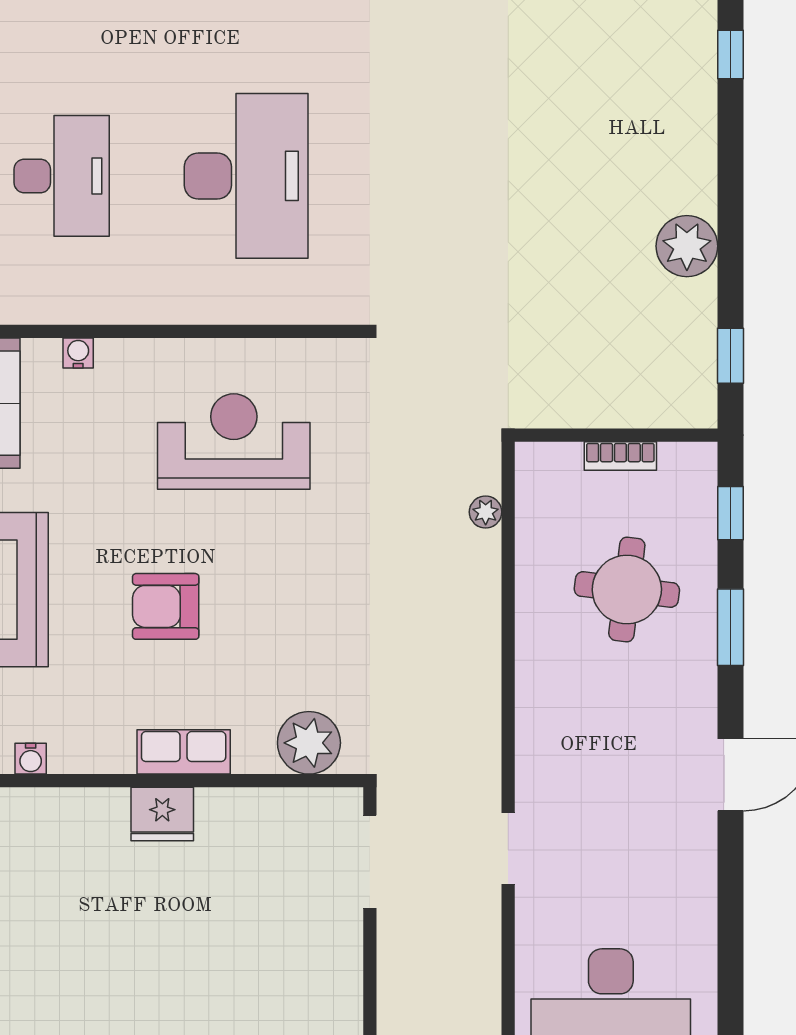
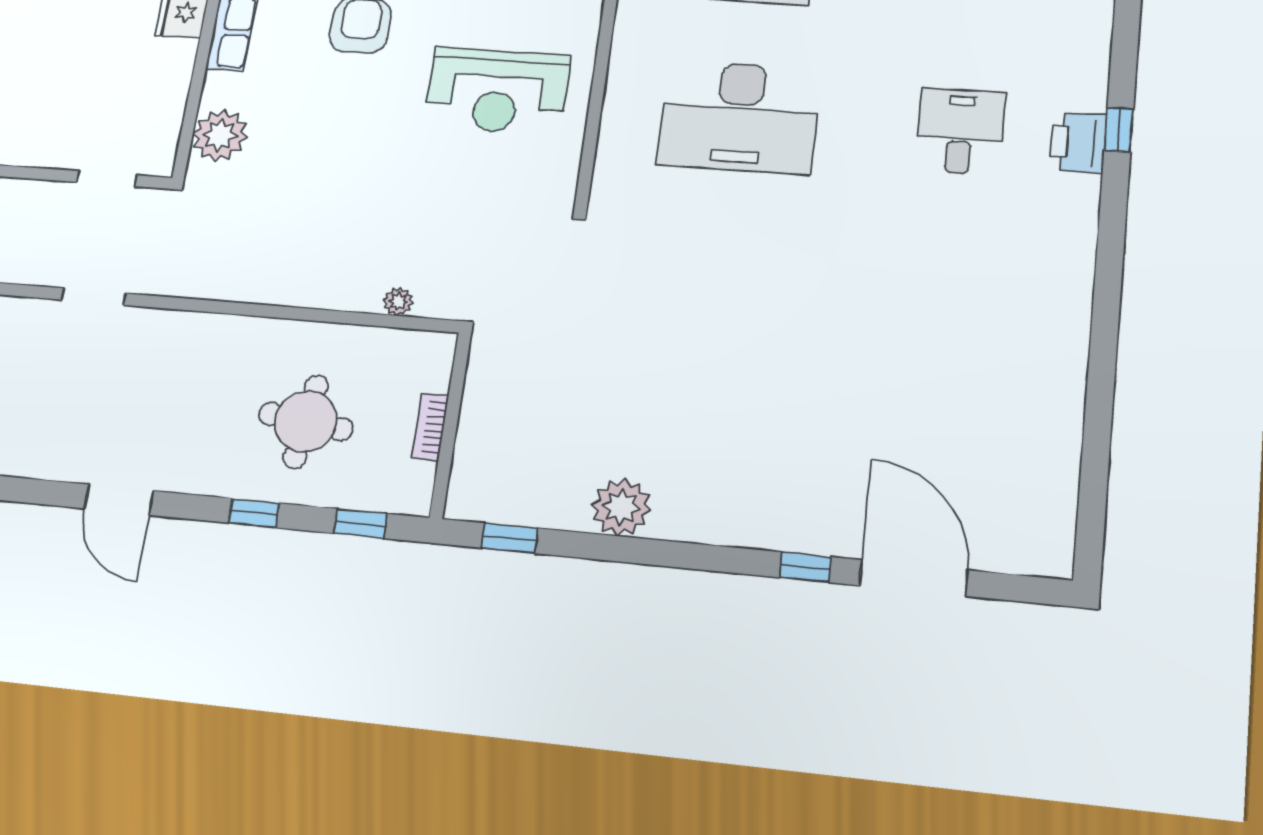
reception desk: (234, 442) -> (497, 91), turned 90
window: (731, 627) -> (254, 513), width x0.67
doorway: (370, 862) -> (107, 179), width x0.73

